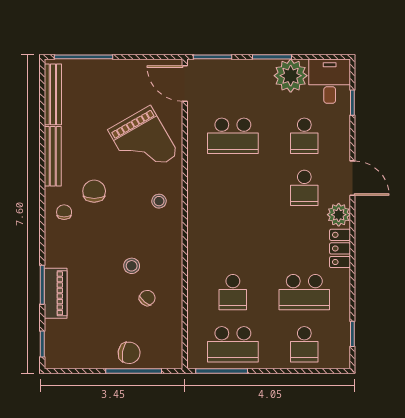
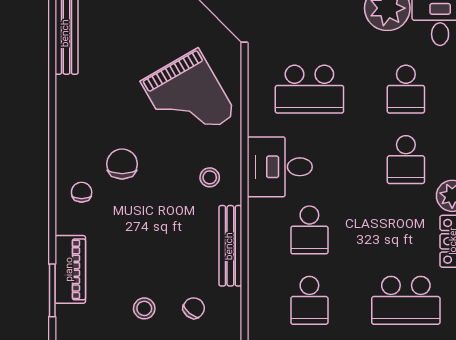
bench: (53, 156) -> (230, 246), moved
desk: (211, 193) -> (280, 167), added
school desk: (233, 240) -> (309, 230), added
stool: (132, 266) -> (144, 308), moved
piano: (56, 293) -> (70, 269), moved

